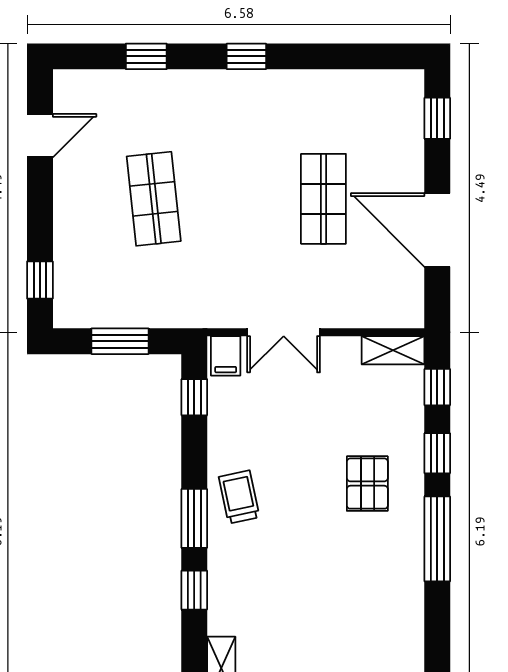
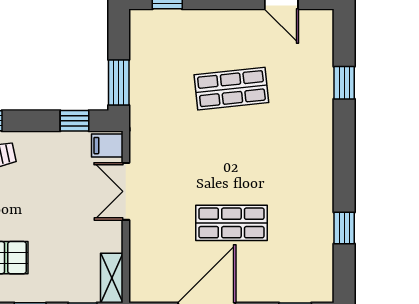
window: (246, 56) -> (344, 228), moved
window: (120, 341) -> (119, 82), moved

